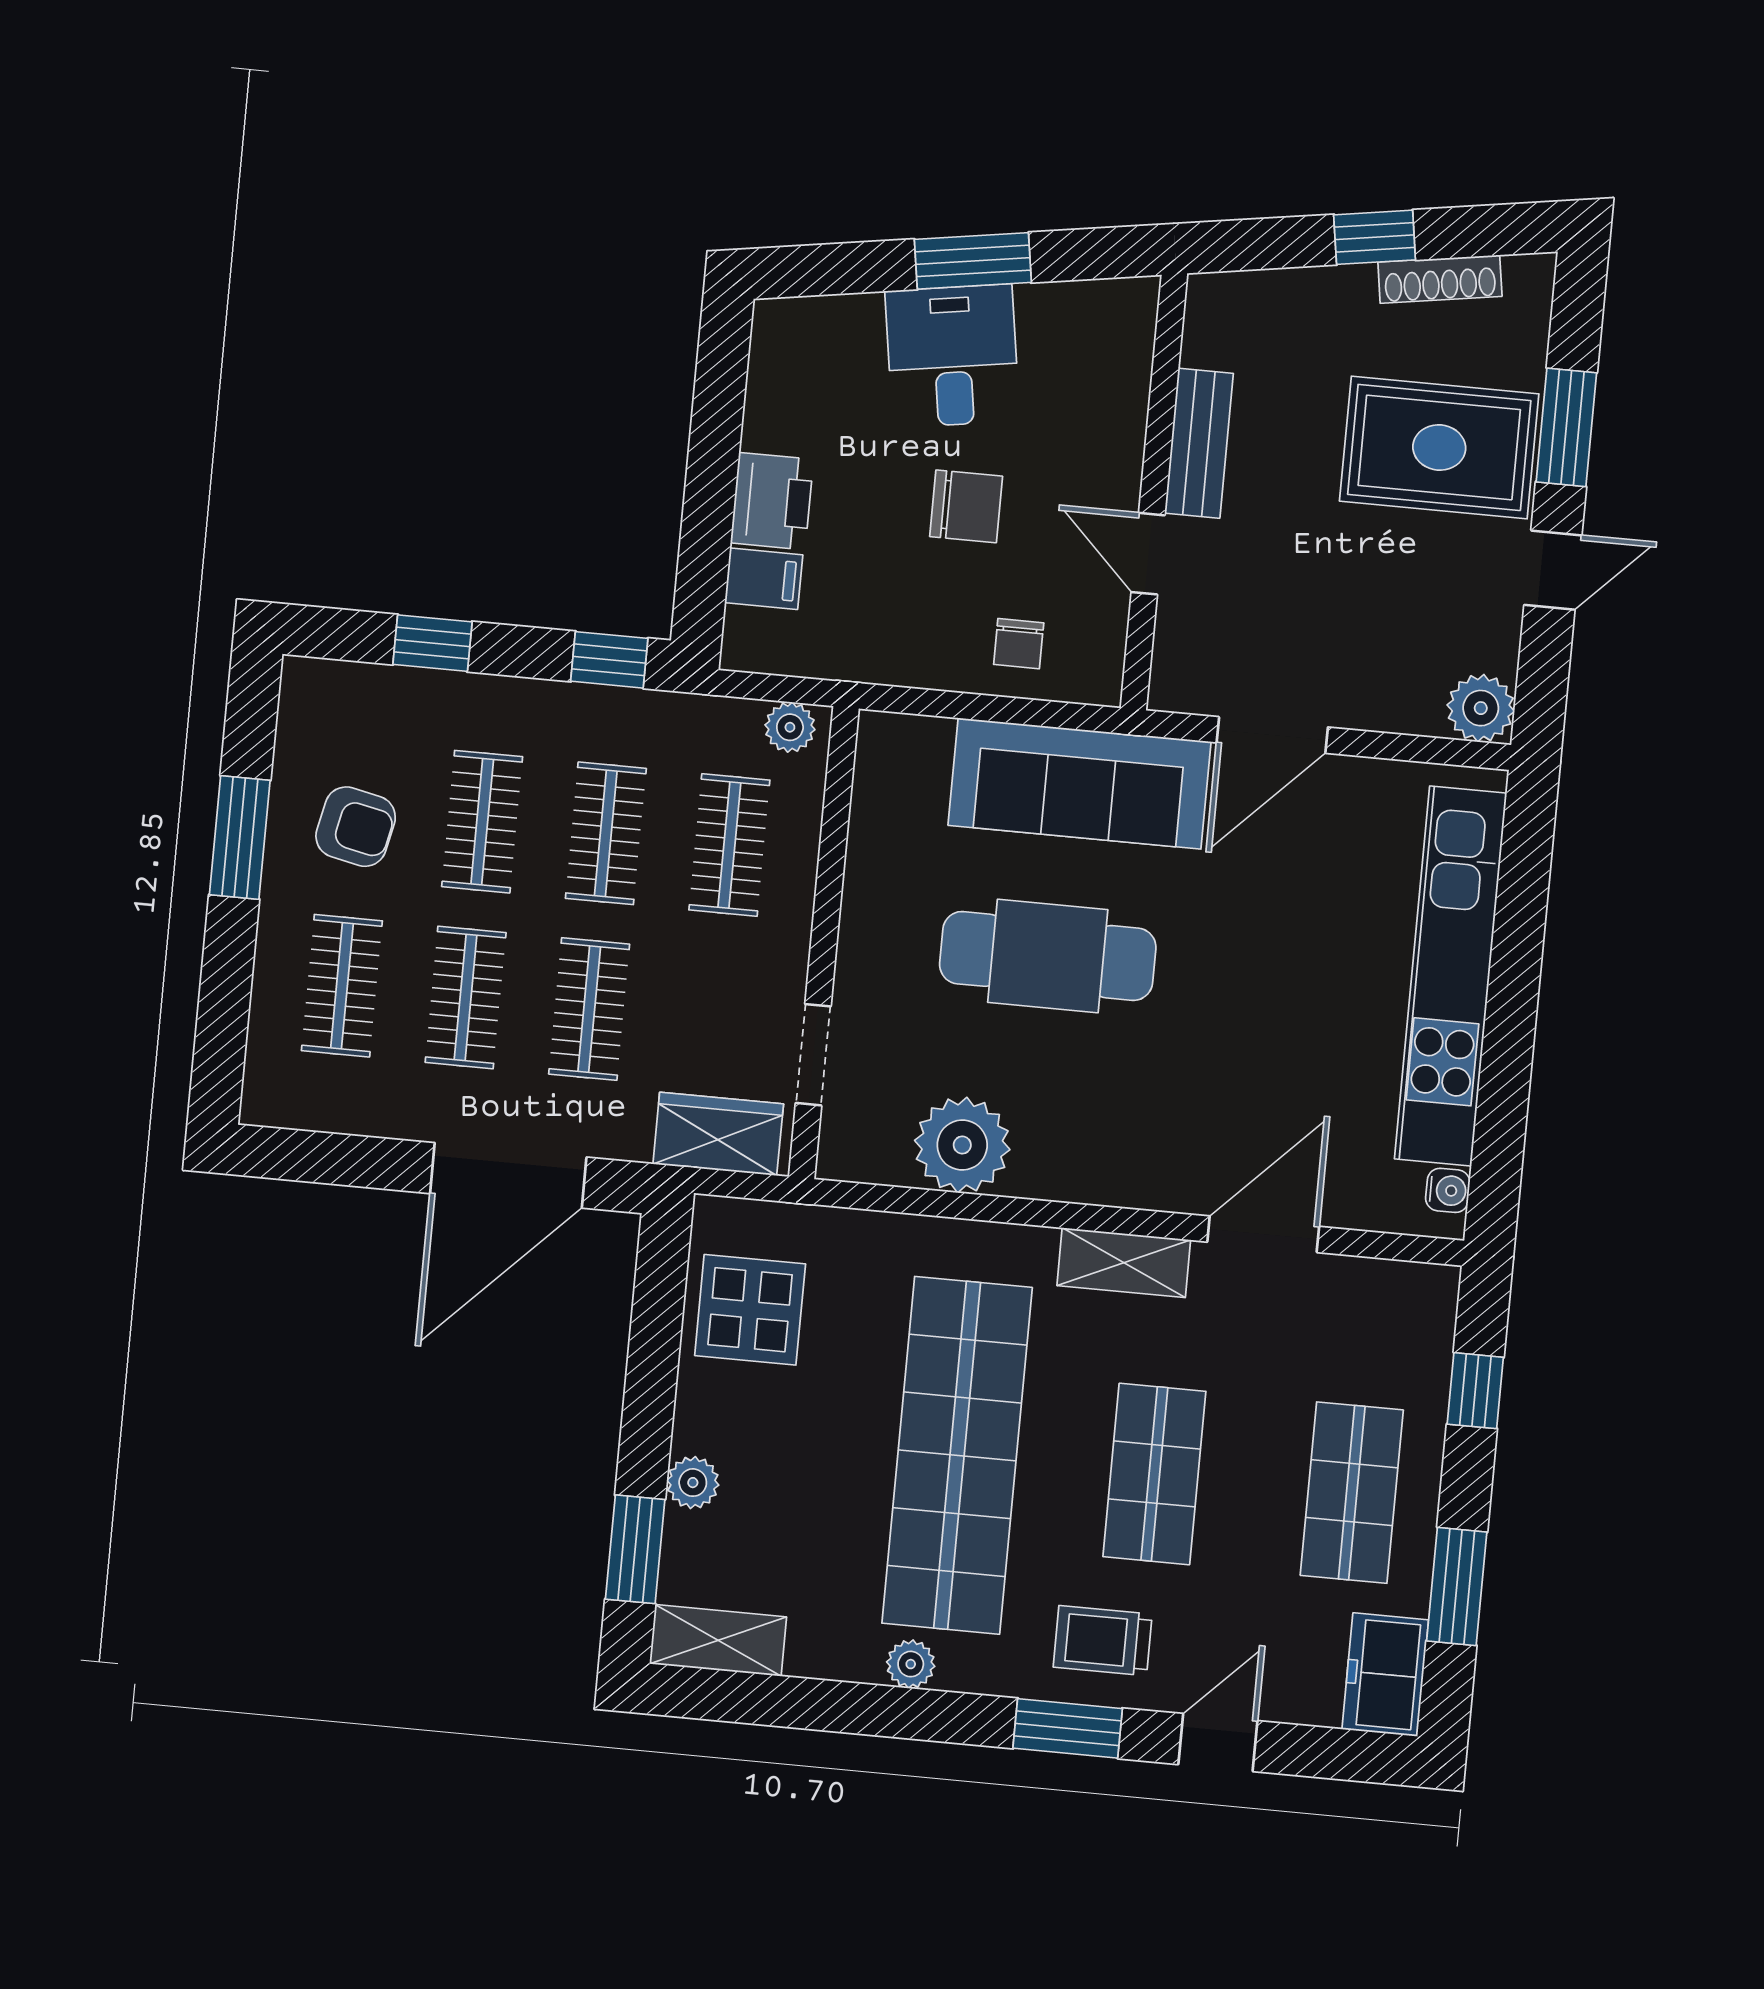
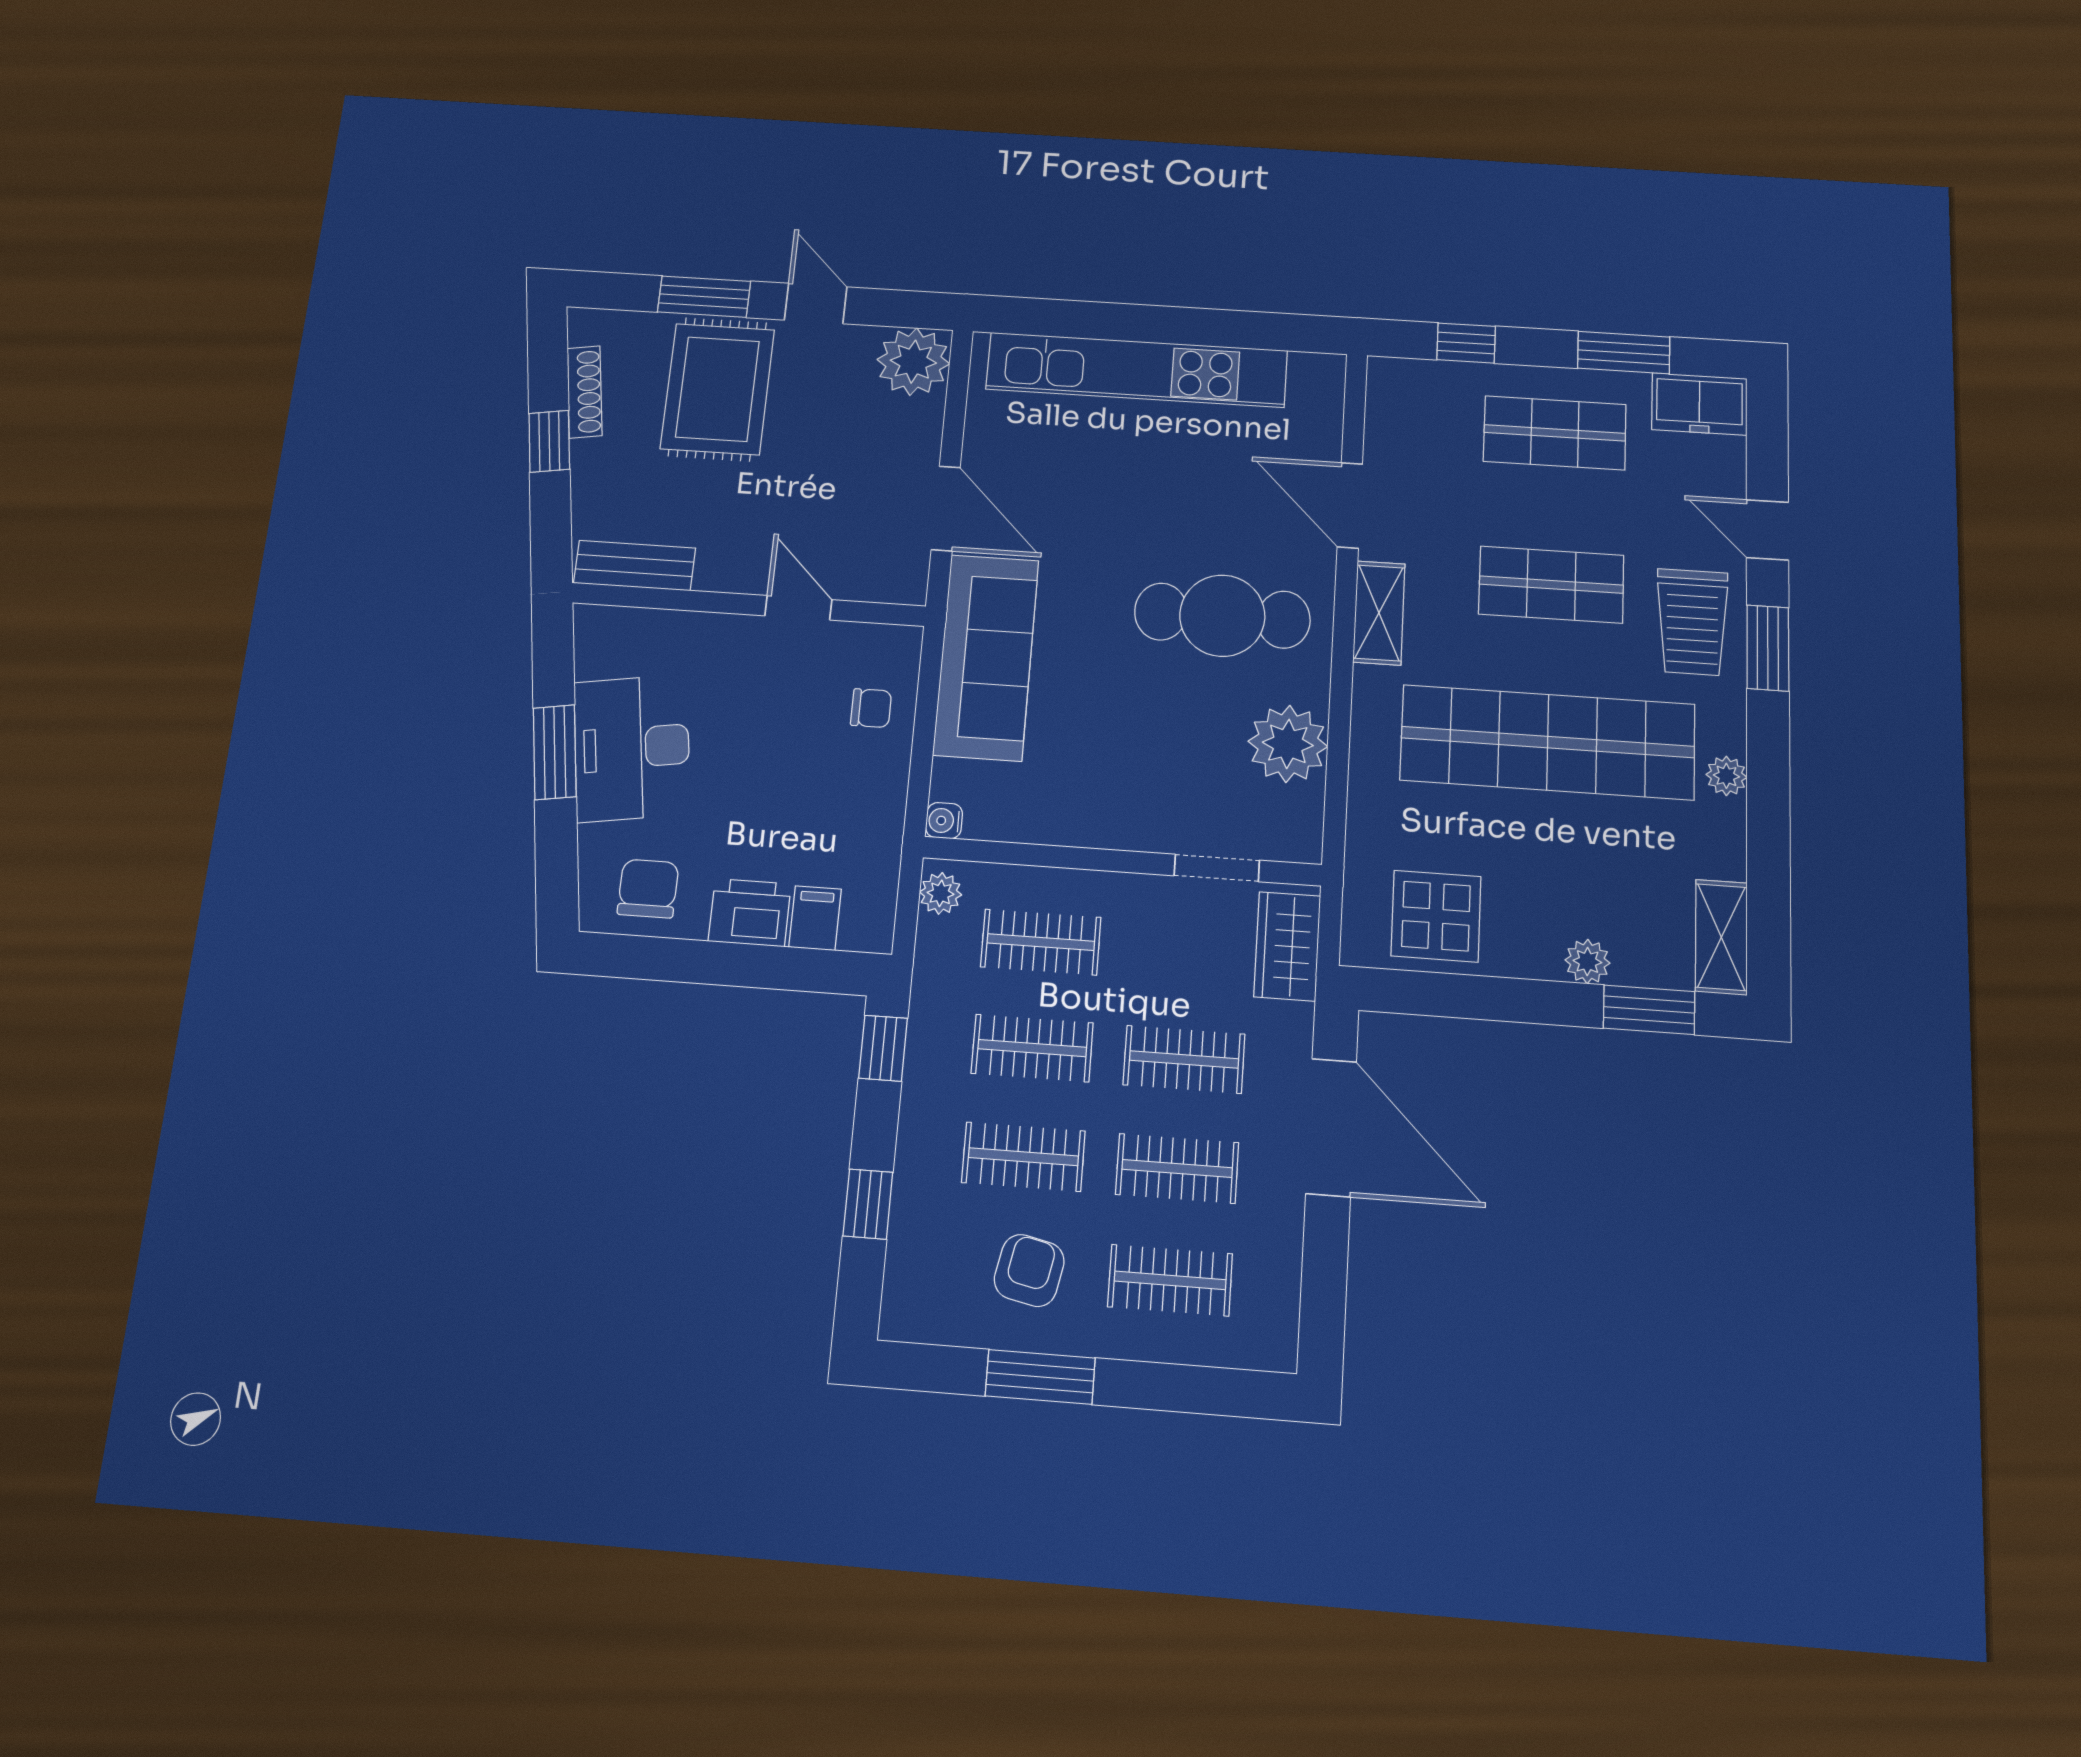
desk: (952, 356) -> (632, 748), width x1.37
bench: (1199, 443) -> (635, 566), moved
chair: (966, 506) -> (648, 888), moved
door: (1148, 554) -> (798, 608), swing flipped
plant: (1481, 708) -> (913, 362), width x1.36, depth x1.36
cafe table: (1048, 956) -> (1222, 616), moved, turned 90
water cooler: (1448, 1190) -> (944, 821), moved, turned -90
trolley: (1103, 1641) -> (1692, 622), width x1.36, depth x1.39

